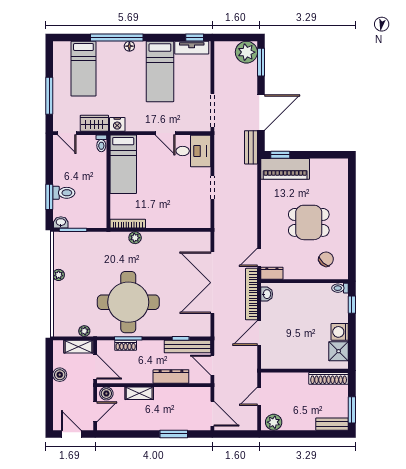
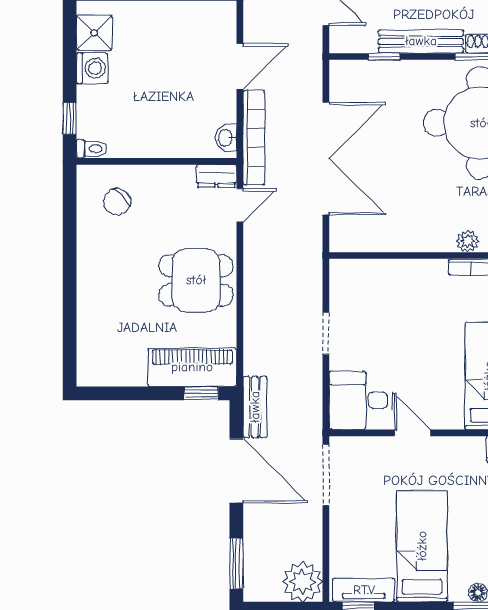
plant: (246, 52) -> (303, 582), moved
door: (261, 112) -> (236, 471), swing flipped
dining table: (309, 222) -> (196, 280), moved
bench: (187, 347) -> (421, 41), moved

